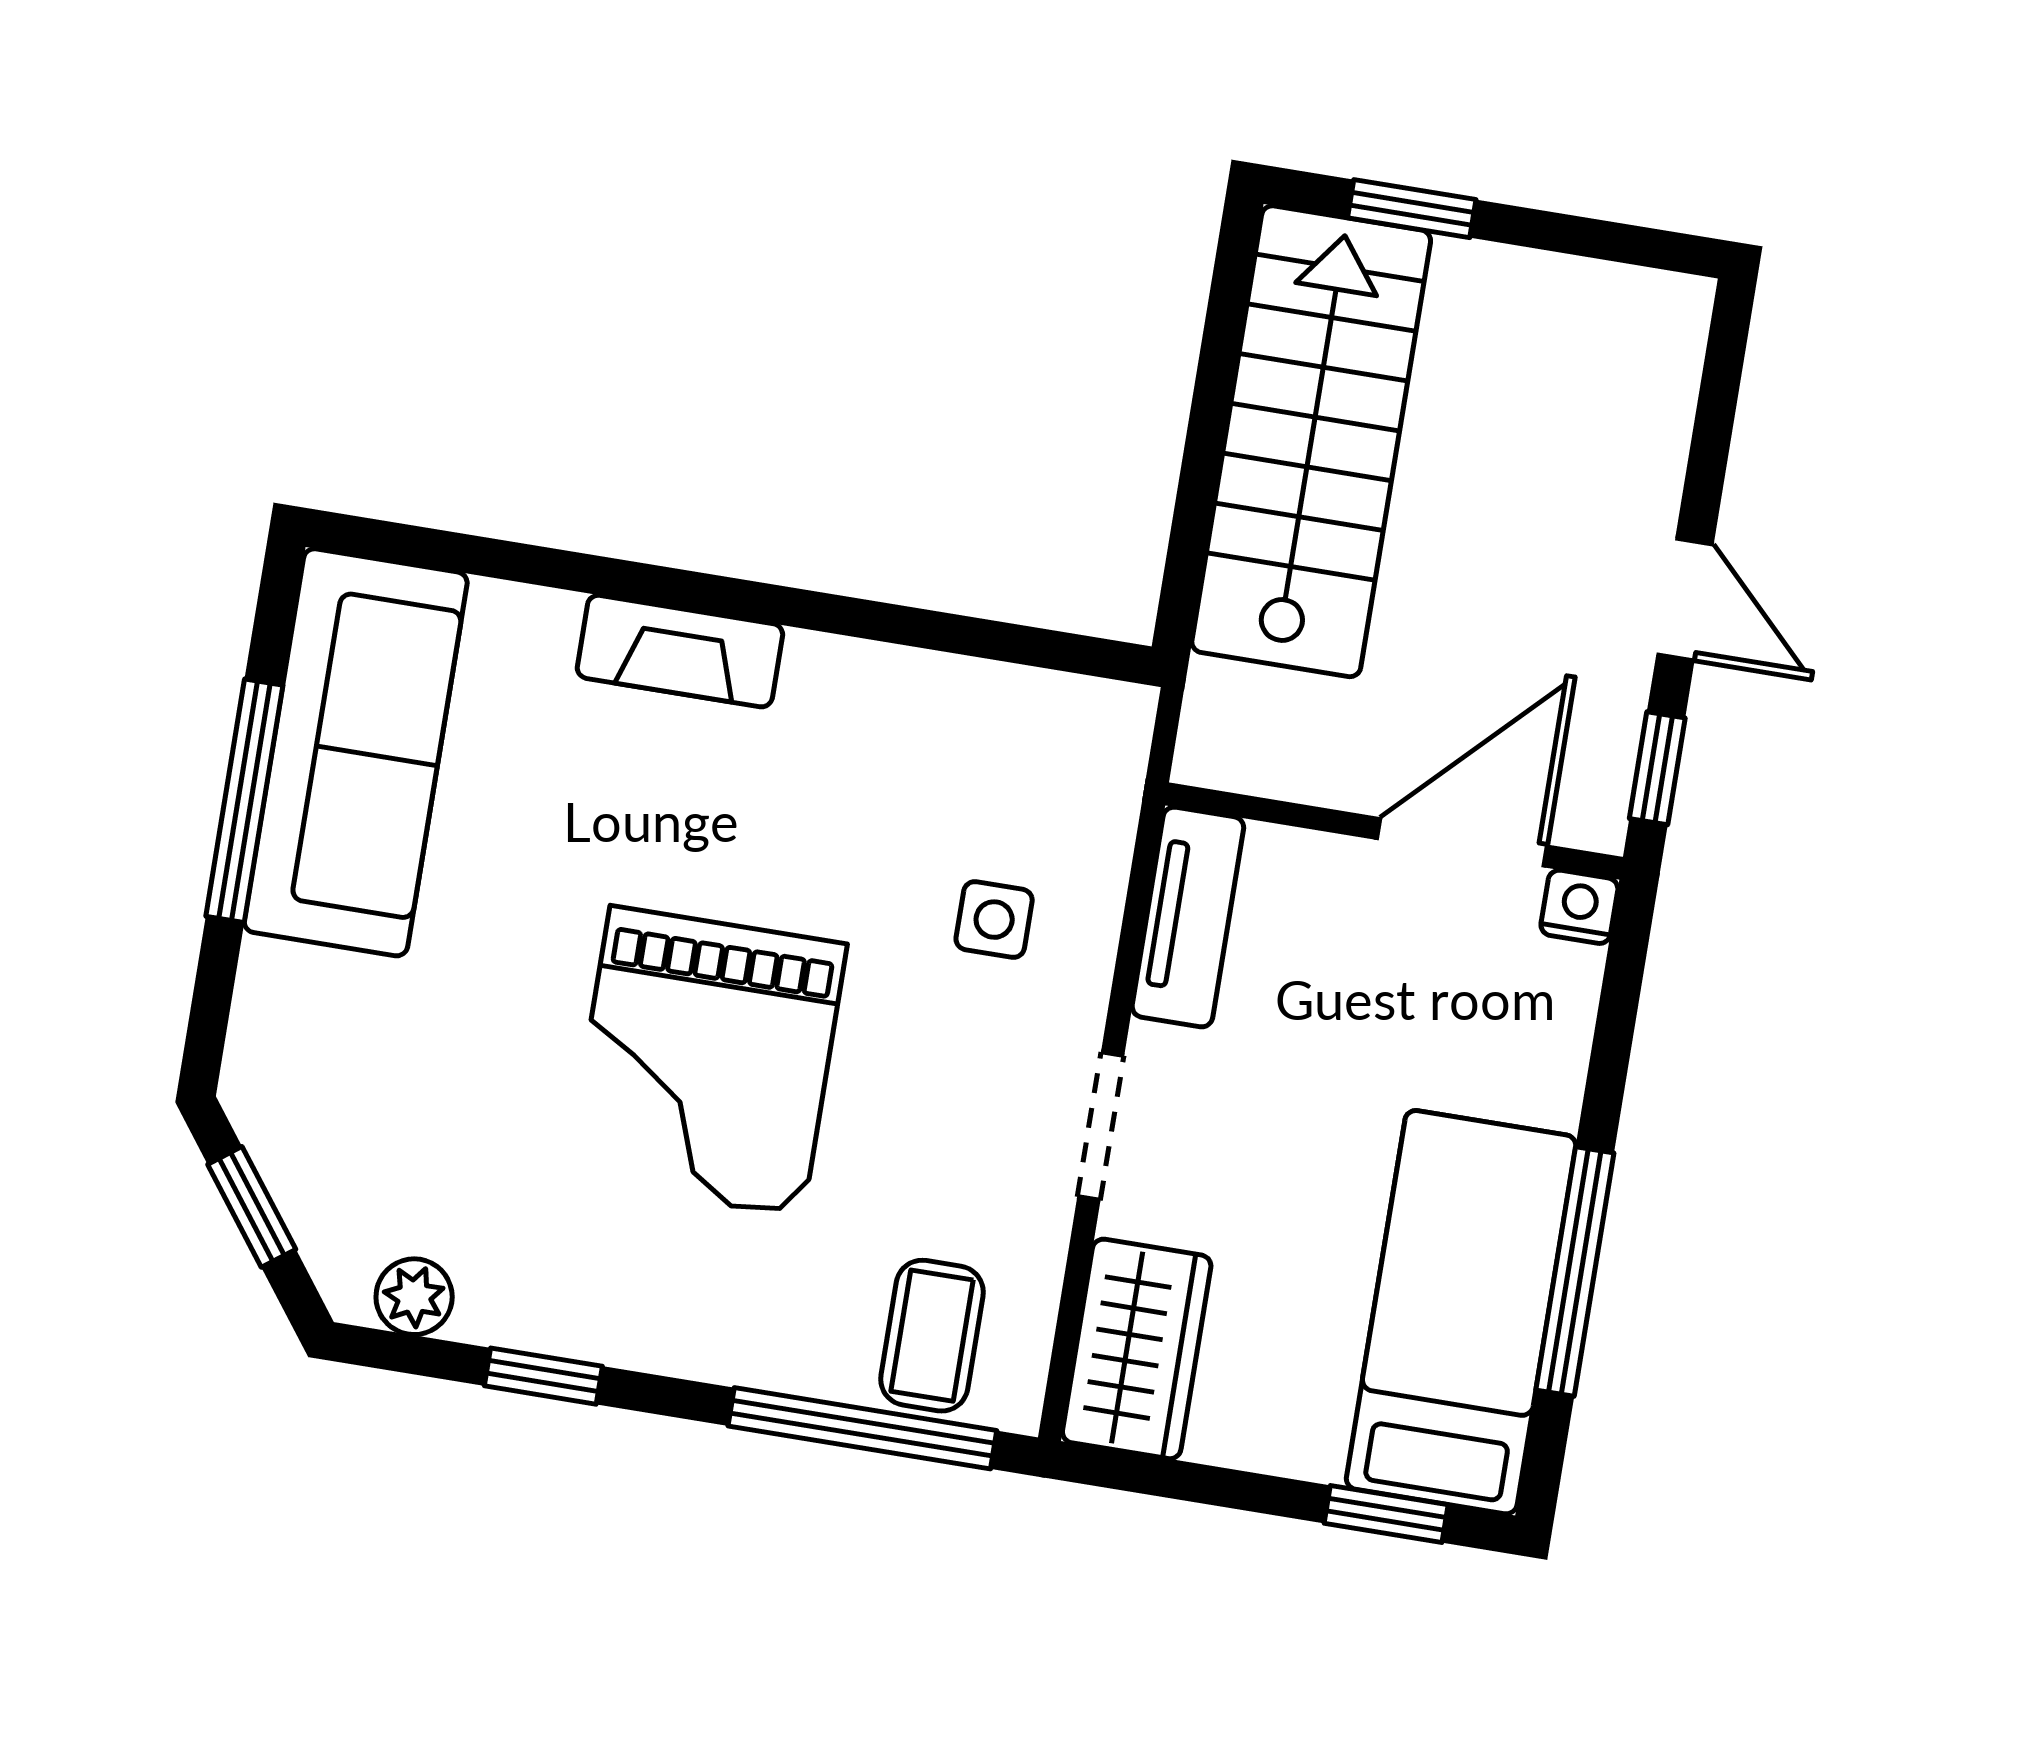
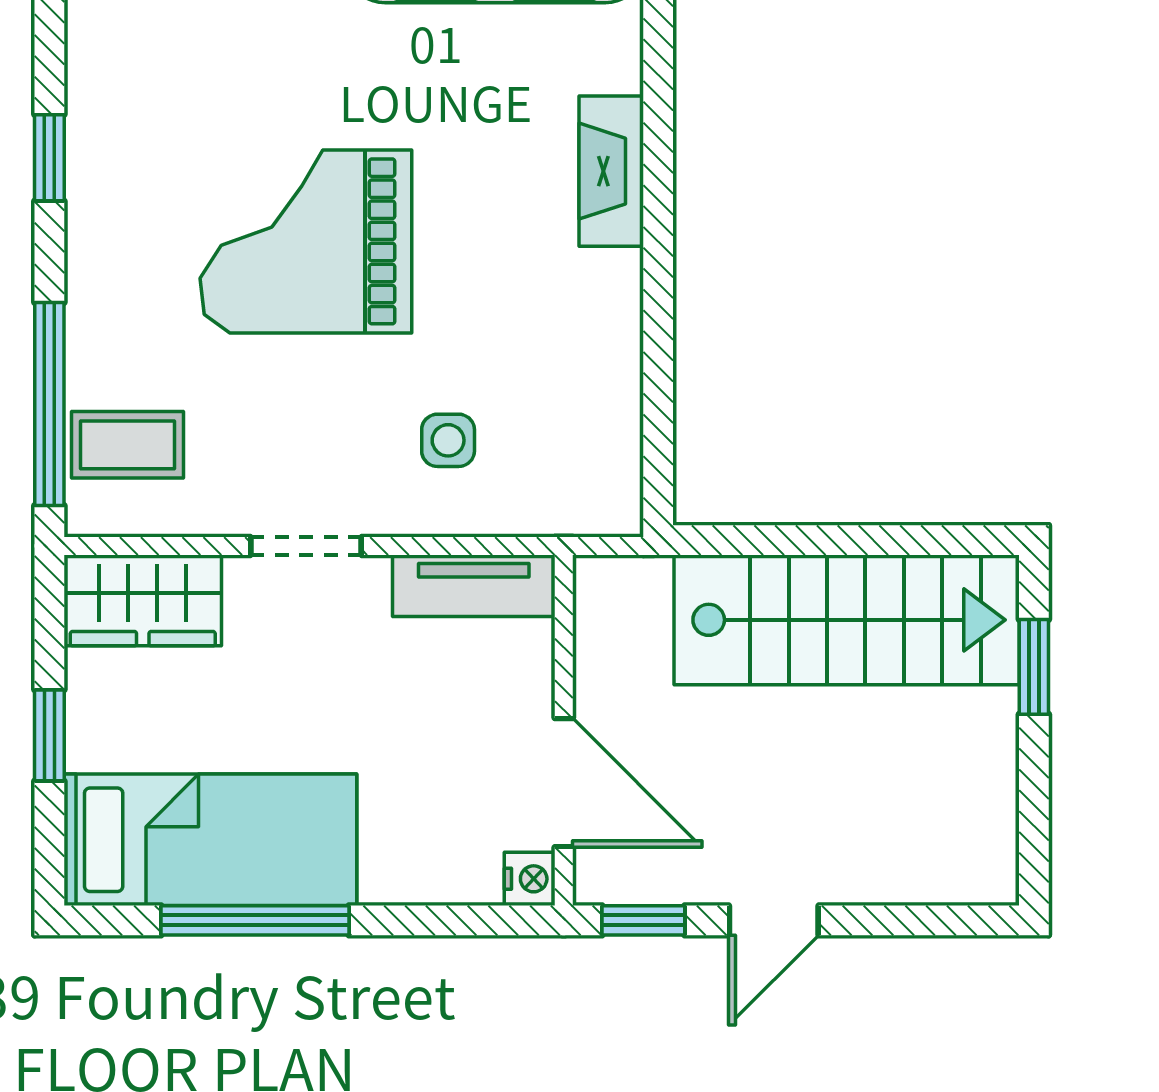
plant: (414, 1297) -> (93, 51), removed
window: (1386, 1514) -> (49, 735), moved

